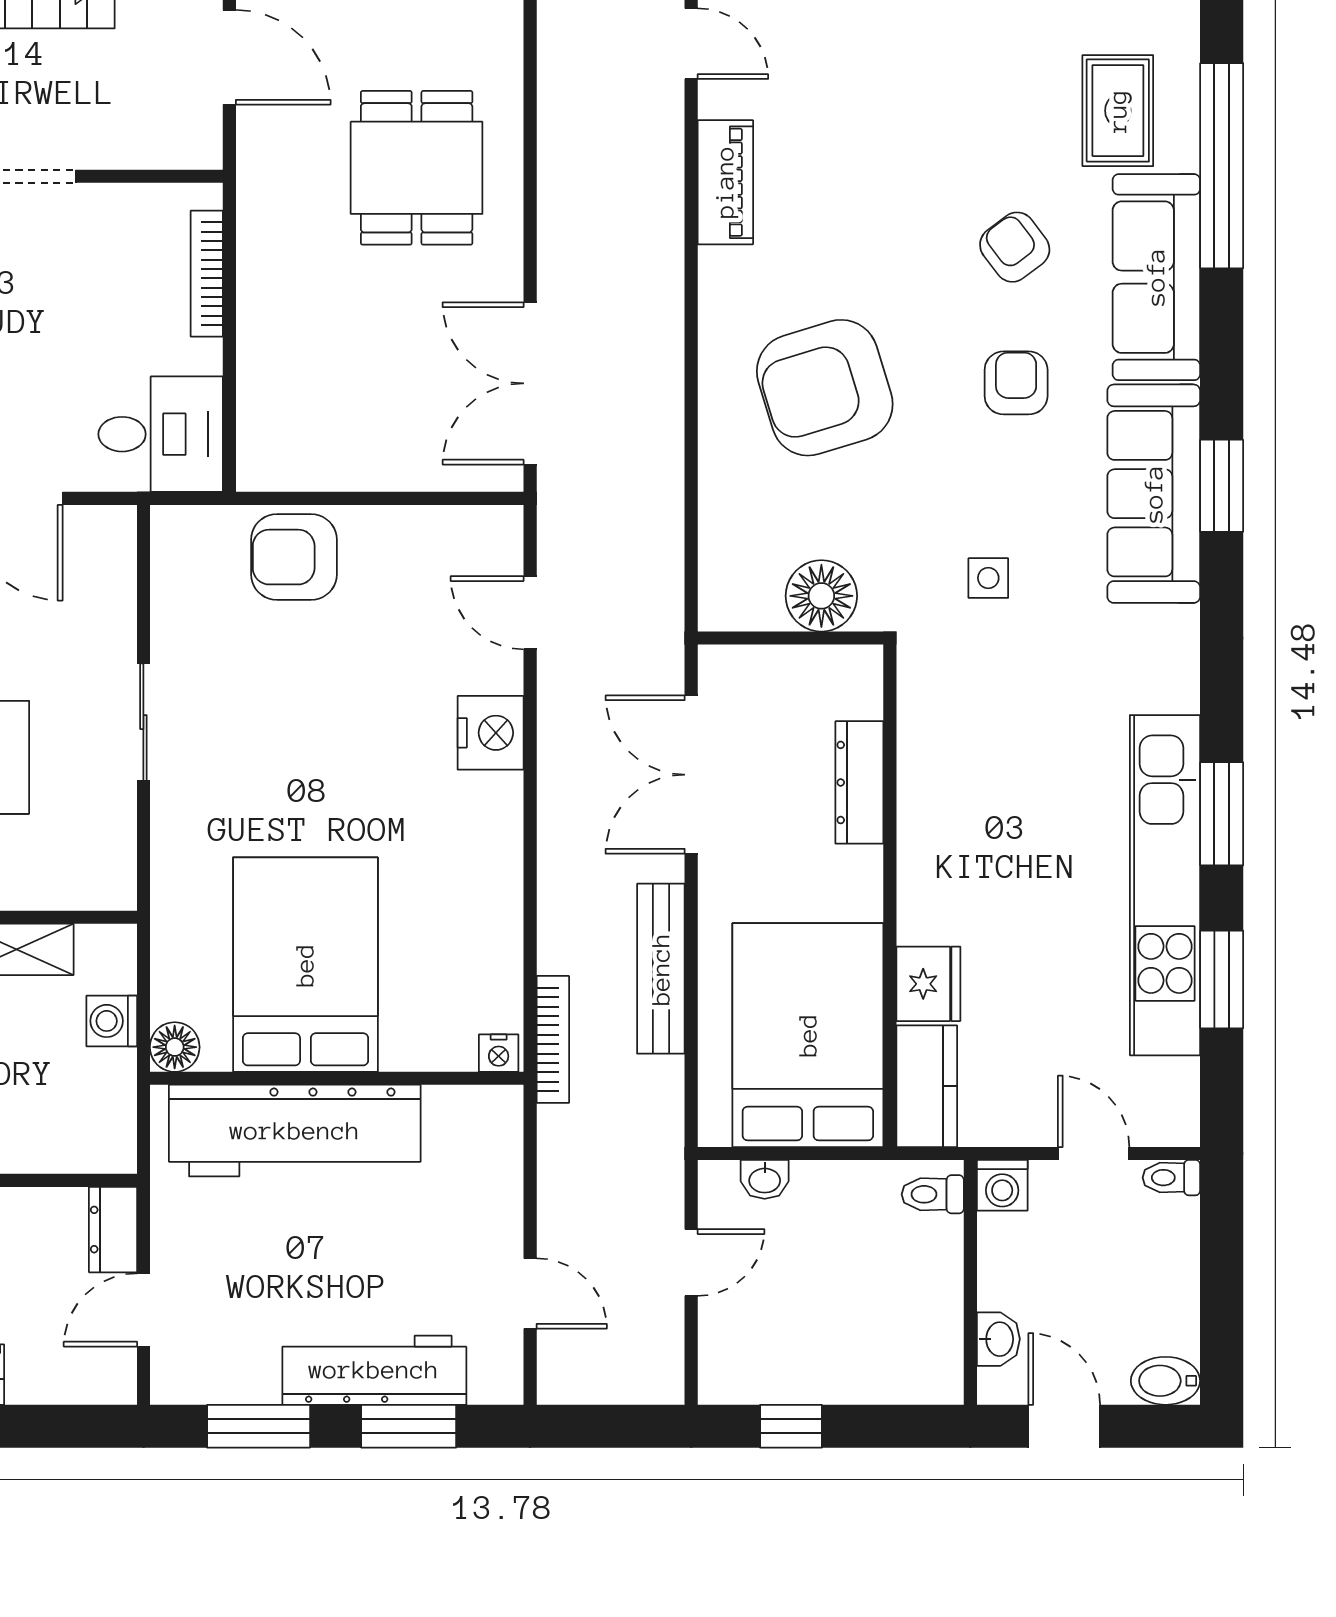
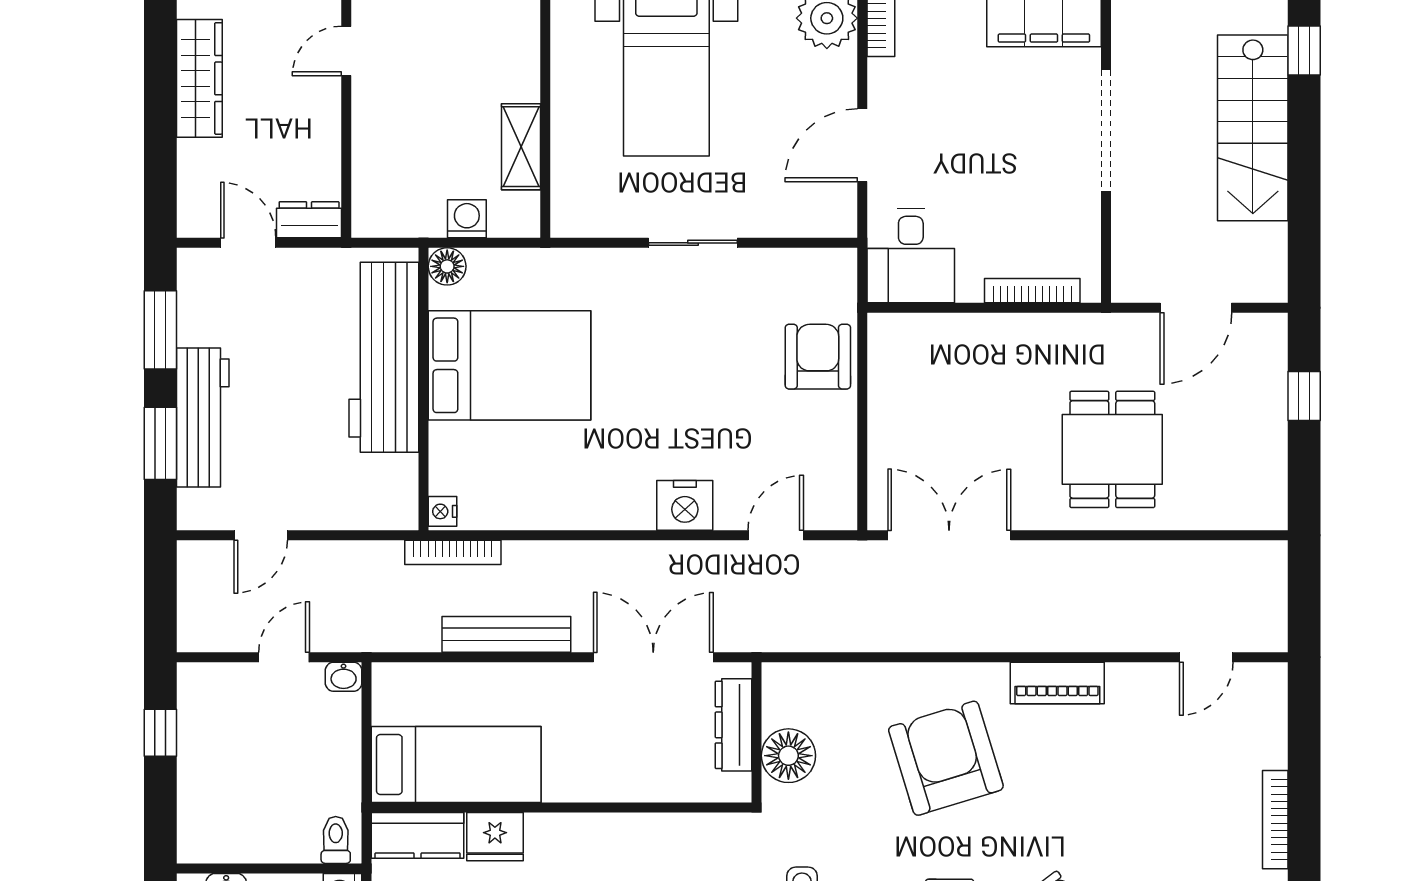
dining table: (417, 168) -> (1112, 449), turned 90
piano: (725, 182) -> (1057, 683), moved
dresser: (859, 782) -> (734, 725), moved, turned -90
bed: (808, 1035) -> (456, 764), width x0.67
washbasin: (765, 1179) -> (344, 677), moved, turned -90
door: (691, 1263) -> (284, 657), swing flipped

